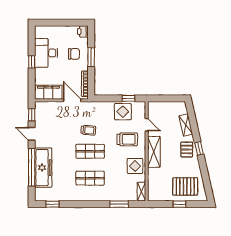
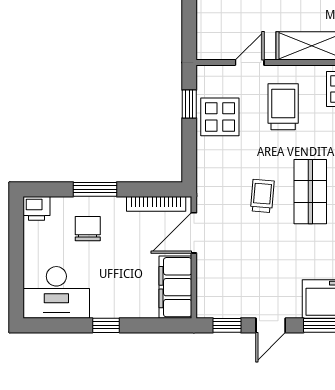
desk: (46, 53) -> (56, 292), moved

